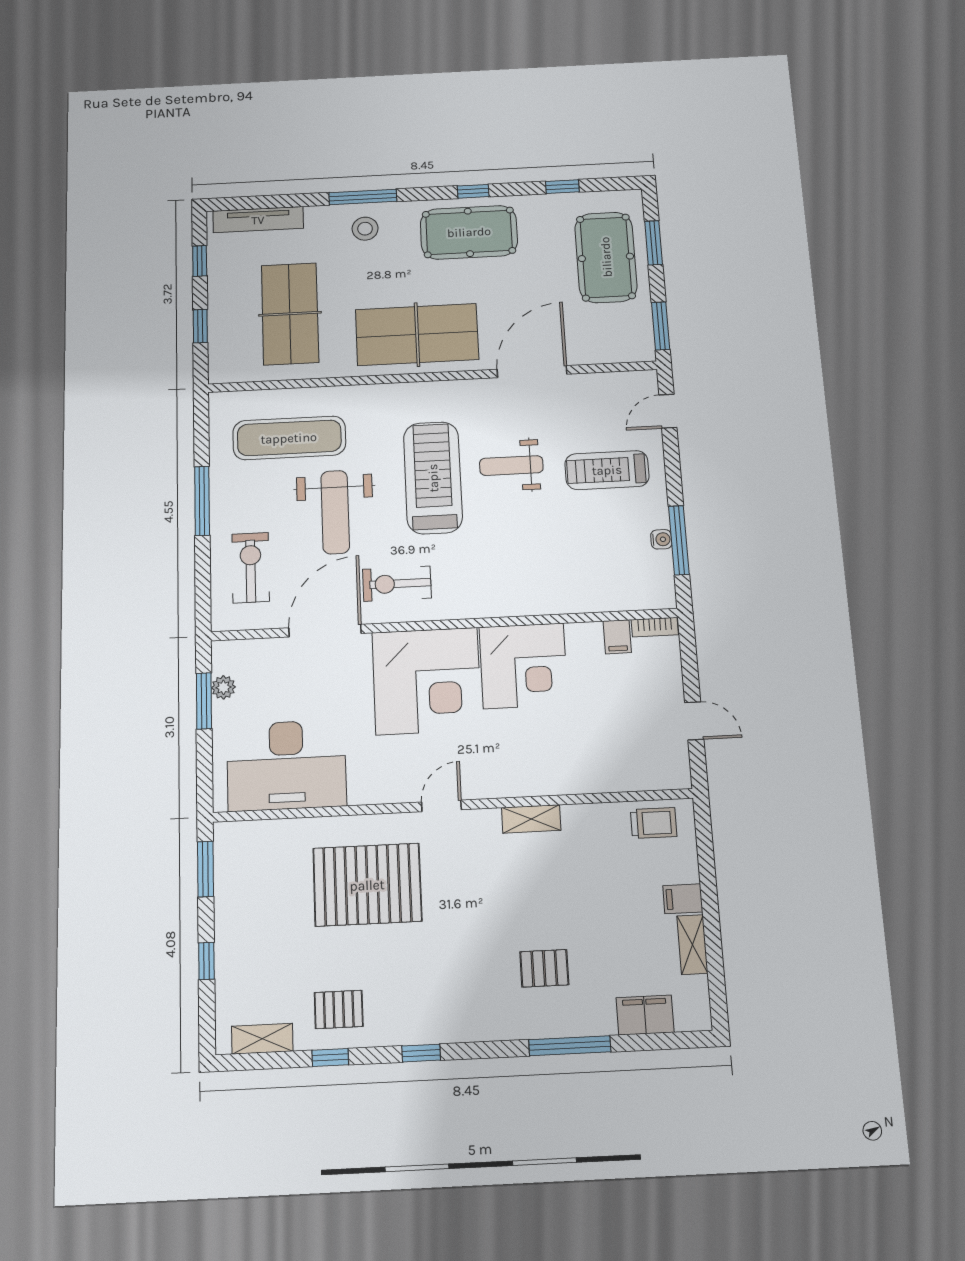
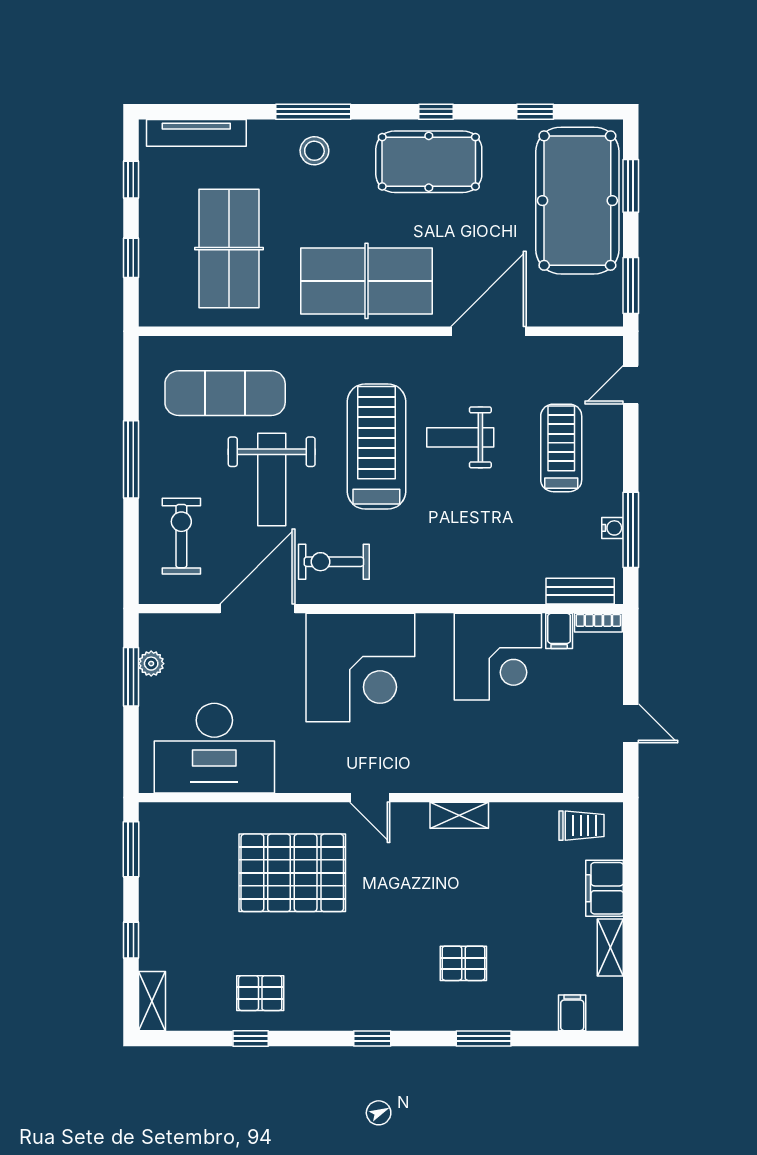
pool table: (606, 257) -> (577, 201), width x1.36, depth x1.32
treadmill: (607, 470) -> (561, 448), turned 90
bench: (635, 599) -> (580, 591), added
corner desk: (524, 666) -> (498, 657), moved
door: (441, 806) -> (370, 798), swing flipped
filing cabinet: (683, 899) -> (605, 888), width x2.00
filing cabinet: (645, 1015) -> (572, 1013), width x0.50
shelving: (262, 1039) -> (152, 1001), moved, turned 90
window: (570, 1046) -> (484, 1038), width x0.69
window: (421, 1053) -> (372, 1038), moved

